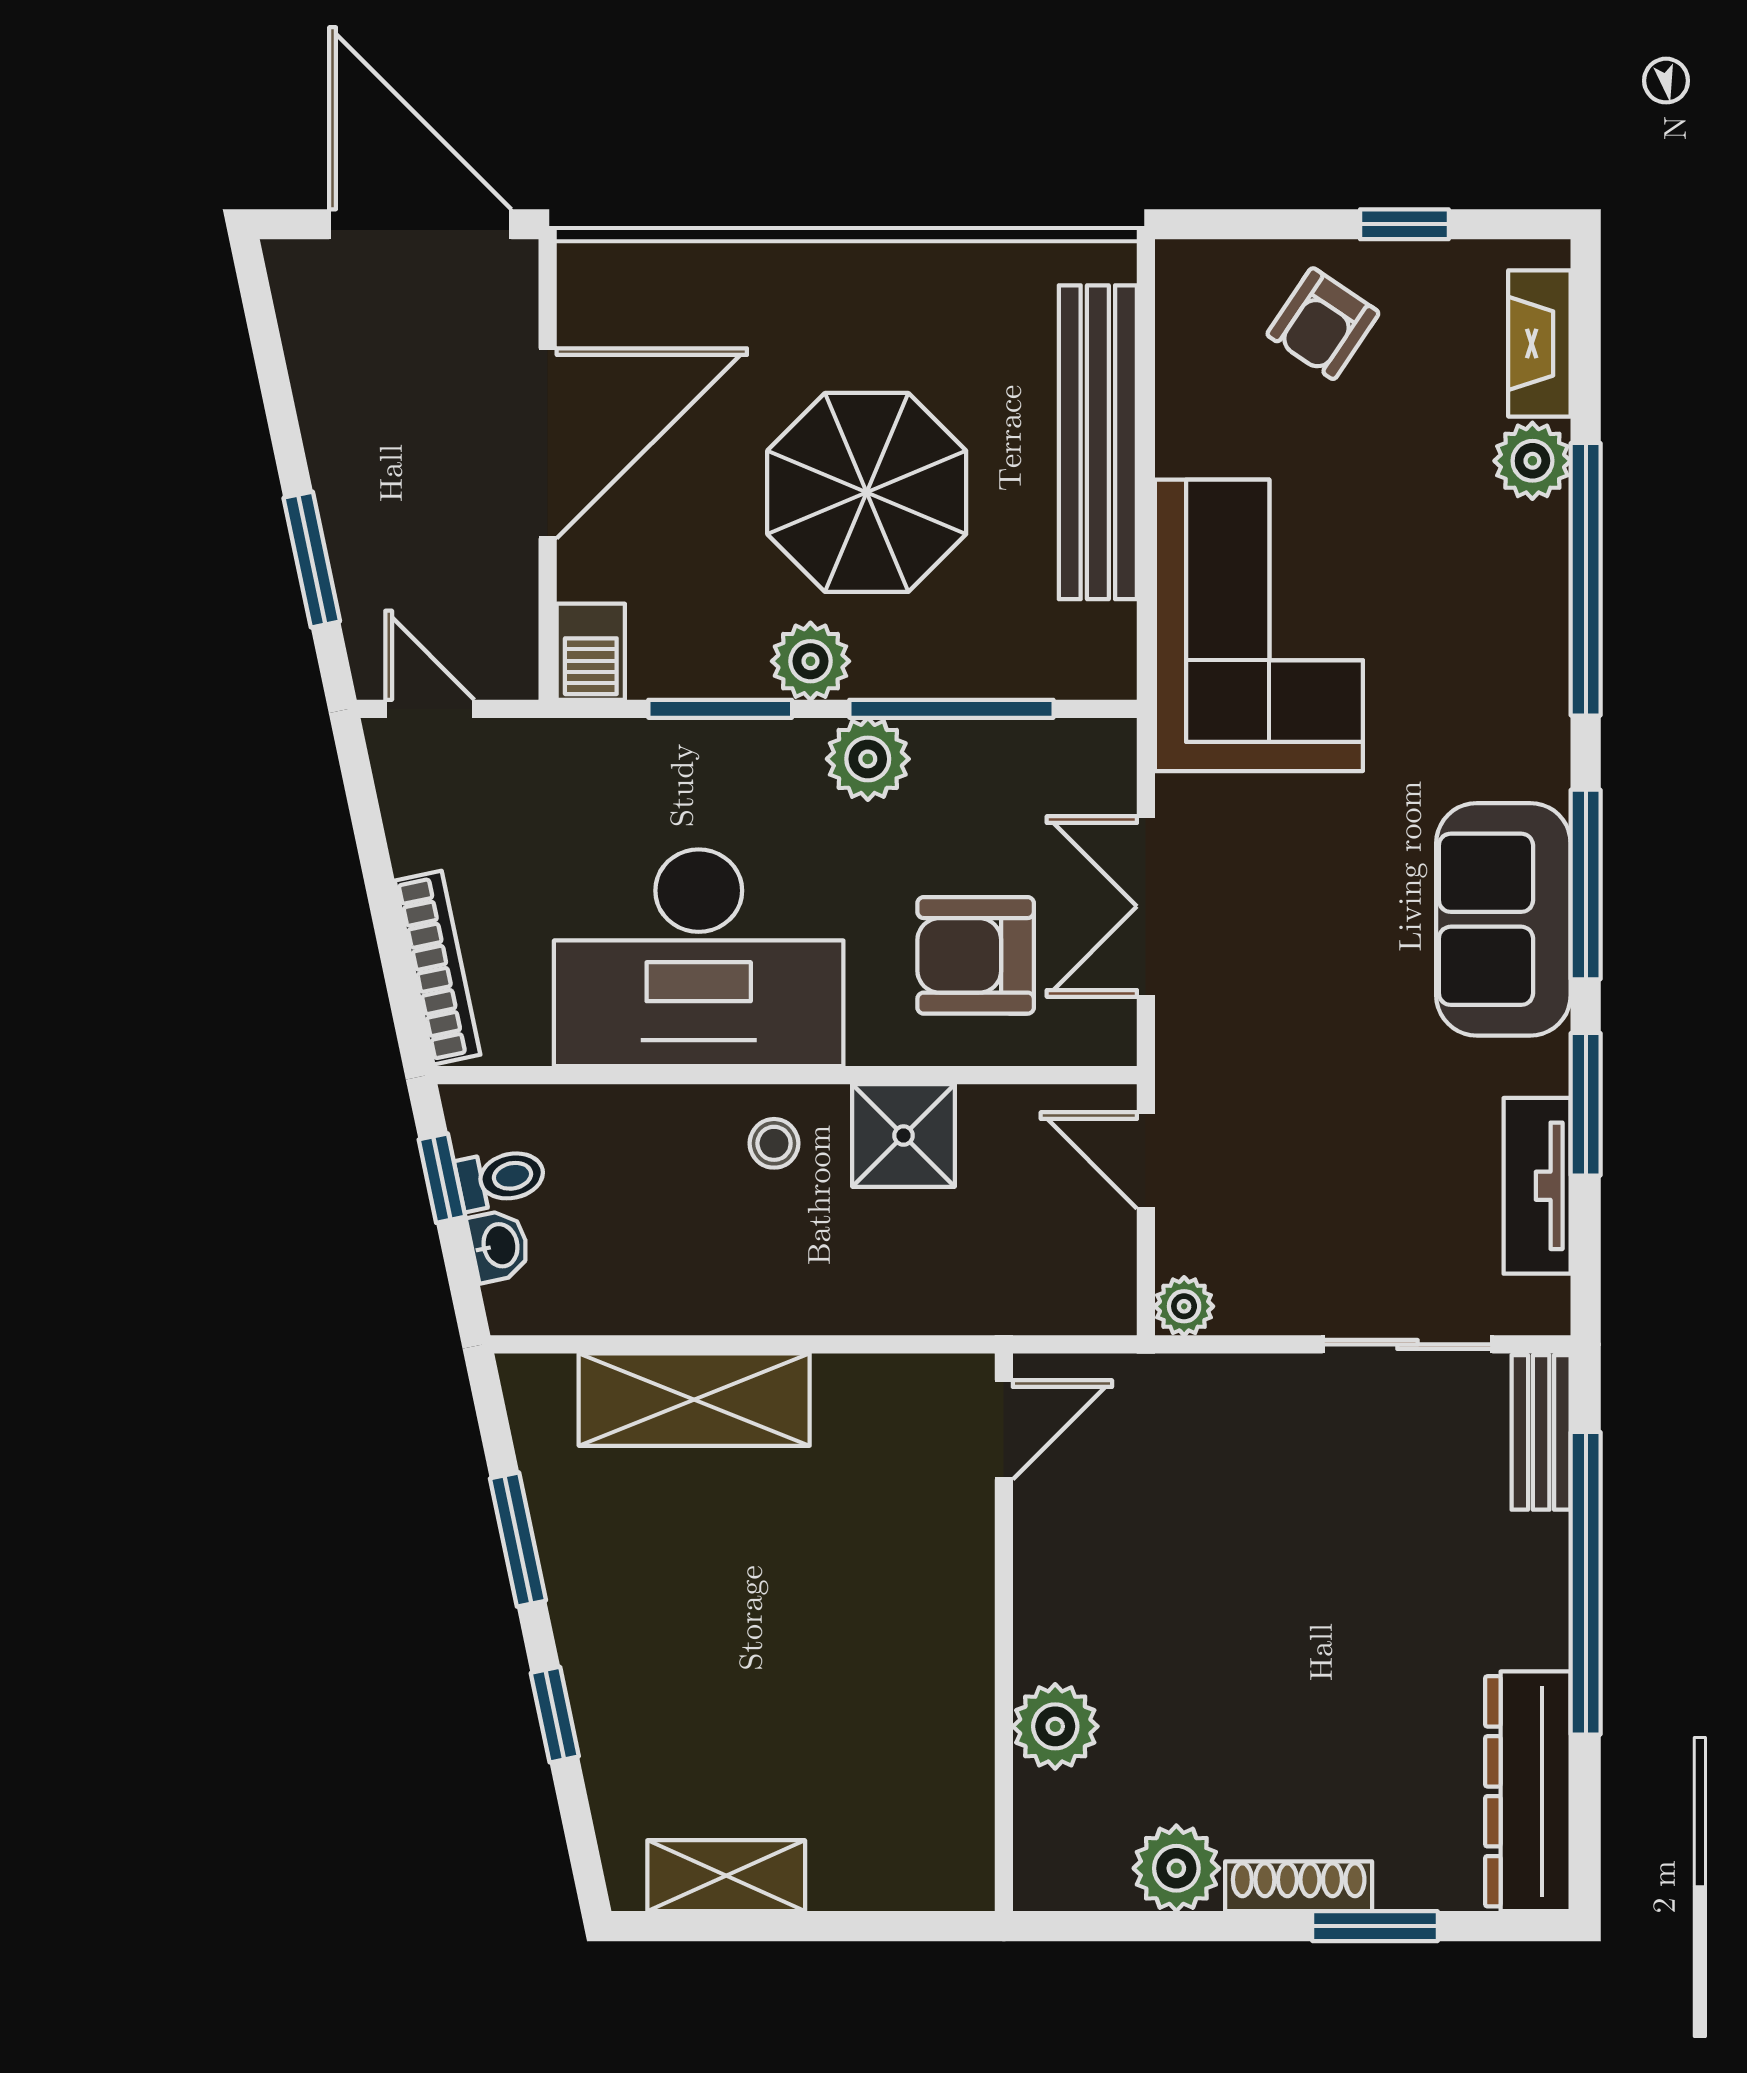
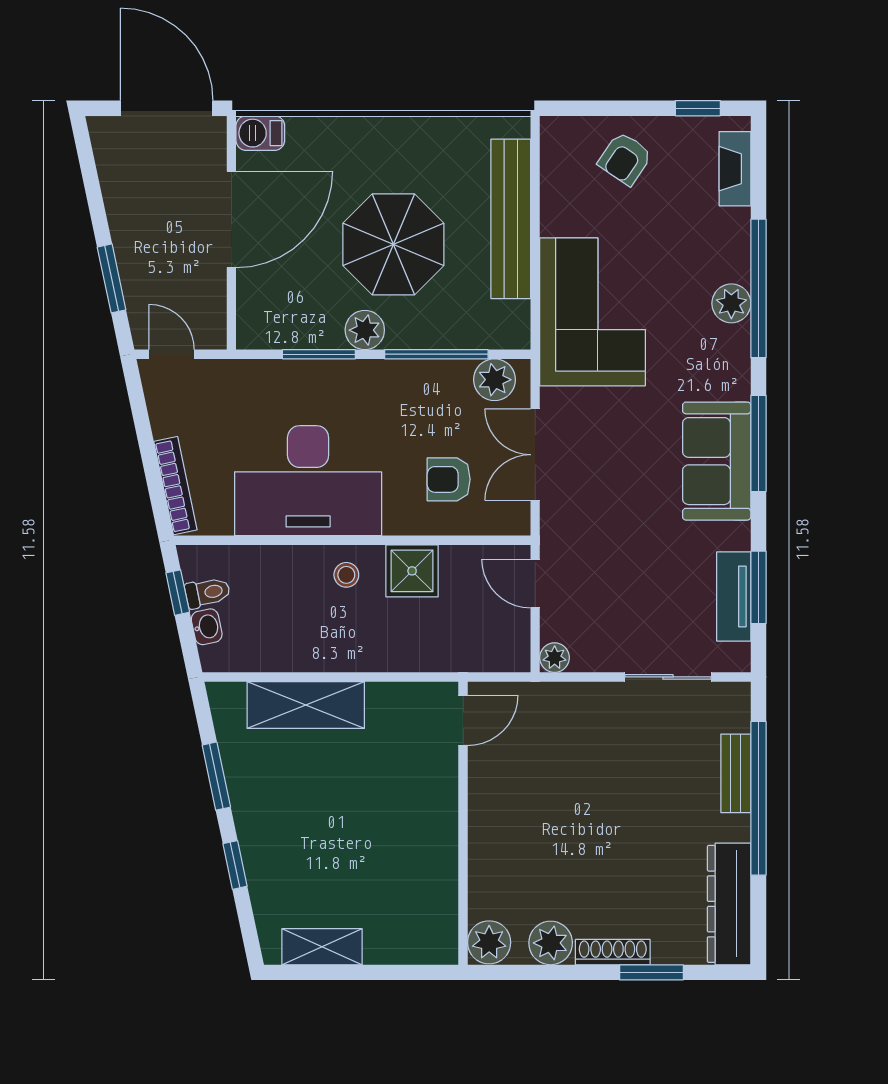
window: (1404, 224) -> (698, 108), moved
plant: (1532, 461) -> (731, 303), moved
barbecue: (591, 652) -> (260, 133), moved, turned 90
plant: (868, 759) -> (494, 380), moved
armchair: (976, 955) -> (449, 479), width x0.72, depth x0.72
window: (1586, 1104) -> (758, 587), moved
bench: (1541, 1432) -> (736, 773), moved
plant: (1055, 1726) -> (489, 942), moved

